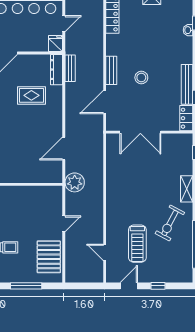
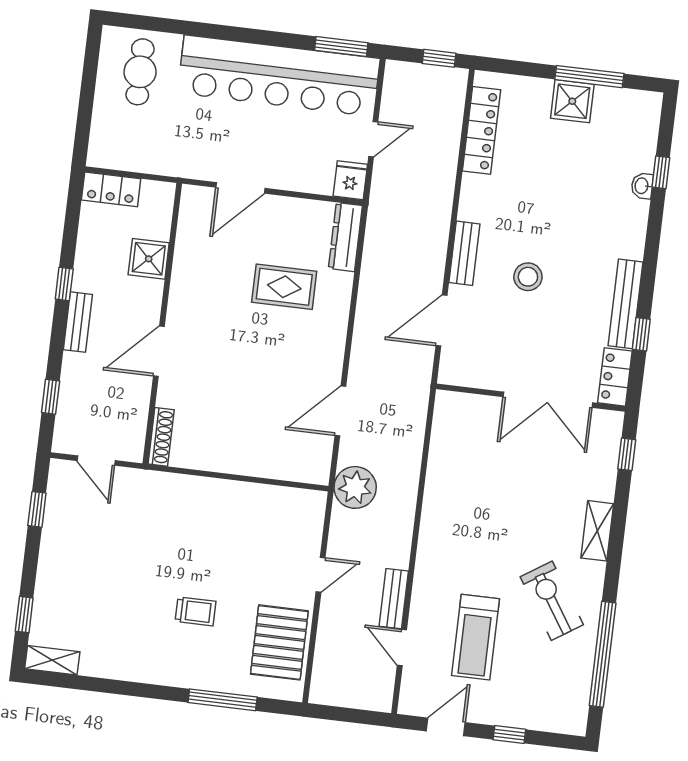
bench: (70, 68) -> (394, 599), moved
double door: (140, 132) -> (548, 400), moved
exercise bike: (170, 223) -> (552, 601), turned 119

